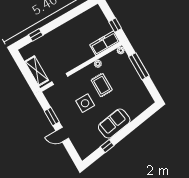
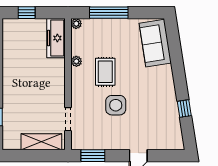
window: (115, 25) -> (27, 13), moved
rug: (102, 85) -> (105, 72), turned 90
window: (52, 116) -> (93, 156), moved
sofa: (114, 124) -> (155, 43), moved

